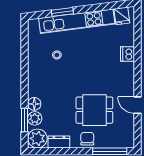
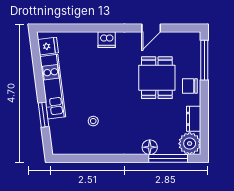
kitchen unit: (77, 21) -> (53, 87), width x0.73
dishwasher: (127, 54) -> (107, 40), moved
plant: (35, 118) -> (166, 147), removed
window: (25, 120) -> (168, 158), width x1.44

